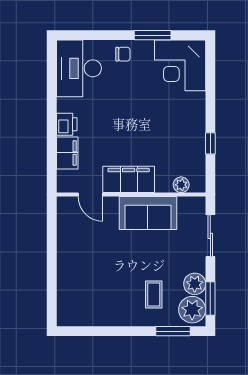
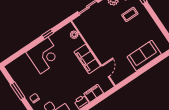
corner desk: (180, 65) -> (44, 56), moved
sofa: (148, 213) -> (144, 56), moved, turned -90

